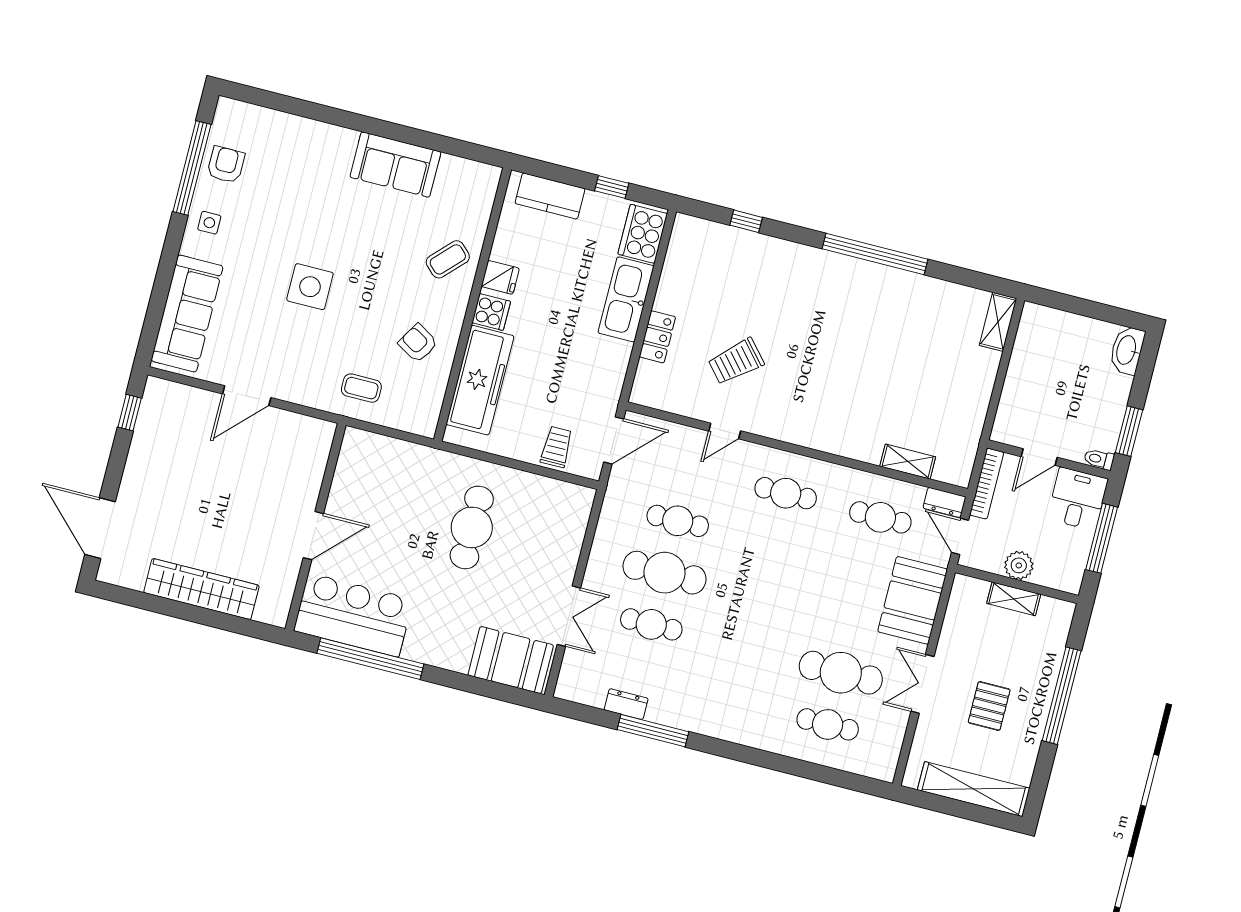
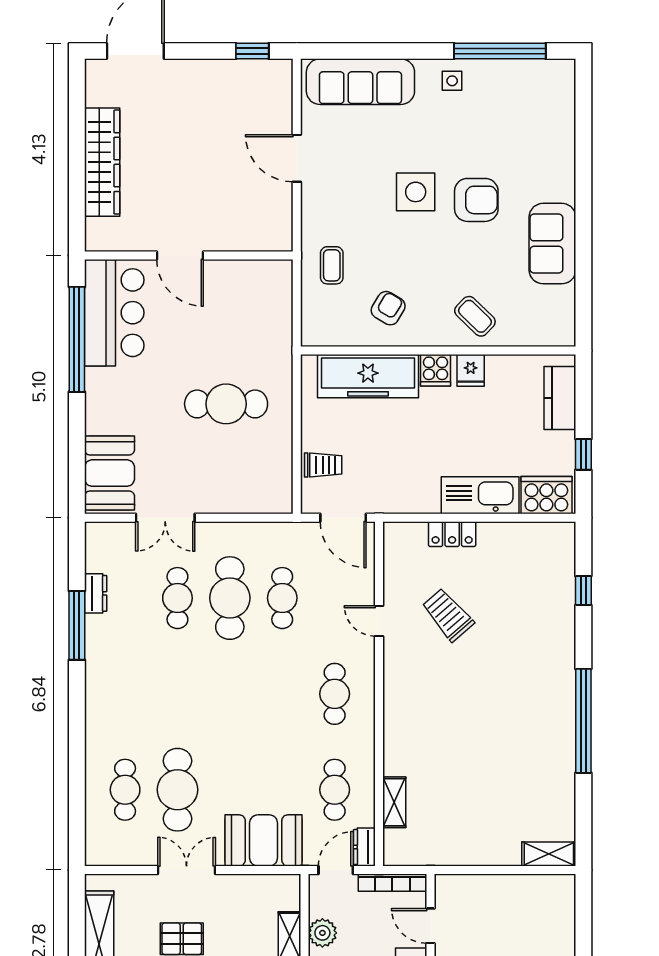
armchair: (226, 165) -> (476, 200), moved, width x1.38, depth x1.38

